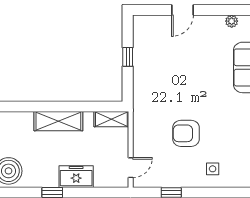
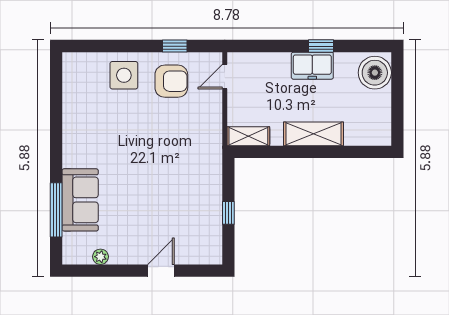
armchair: (186, 133) -> (171, 81), moved
side table: (213, 169) -> (124, 75), width x1.87, depth x1.87
freezer: (76, 177) -> (312, 66), moved

